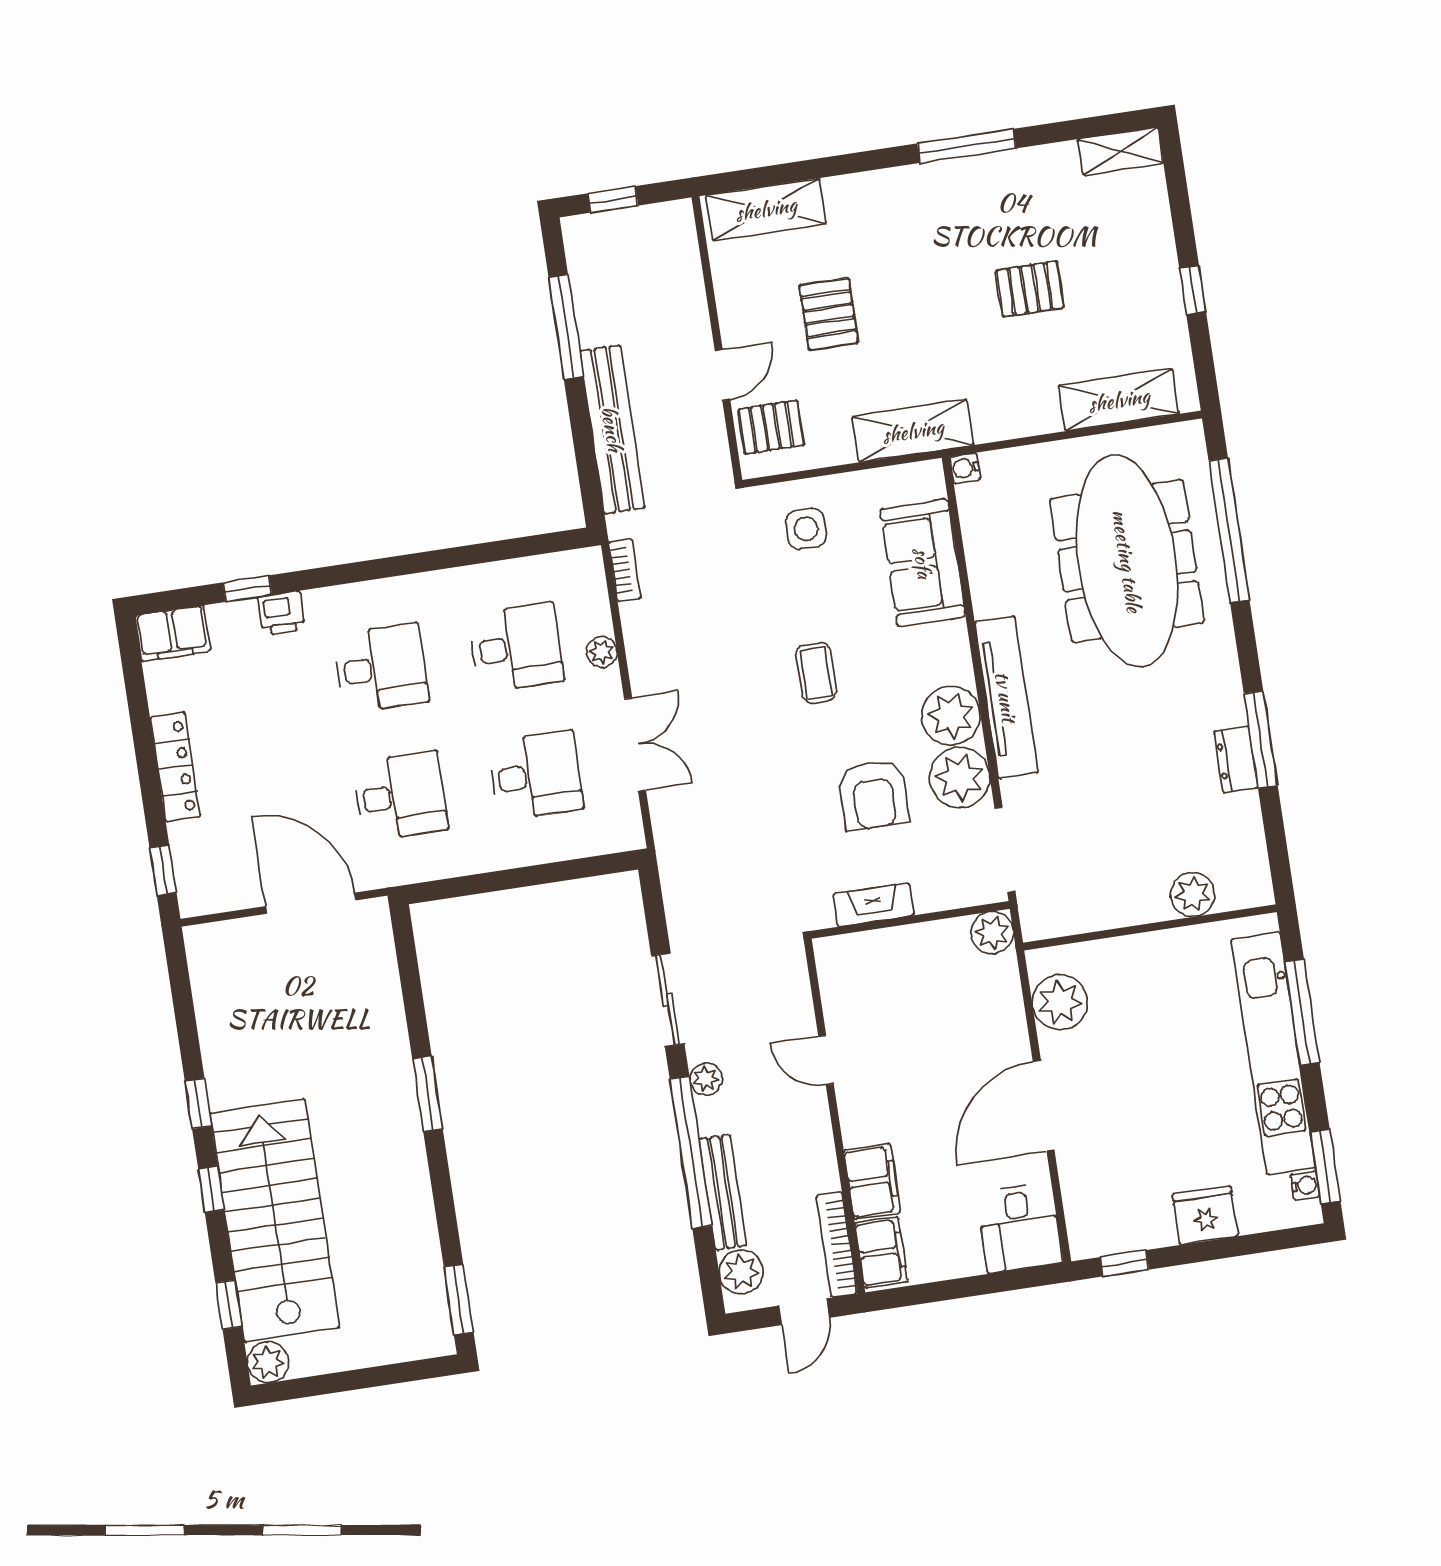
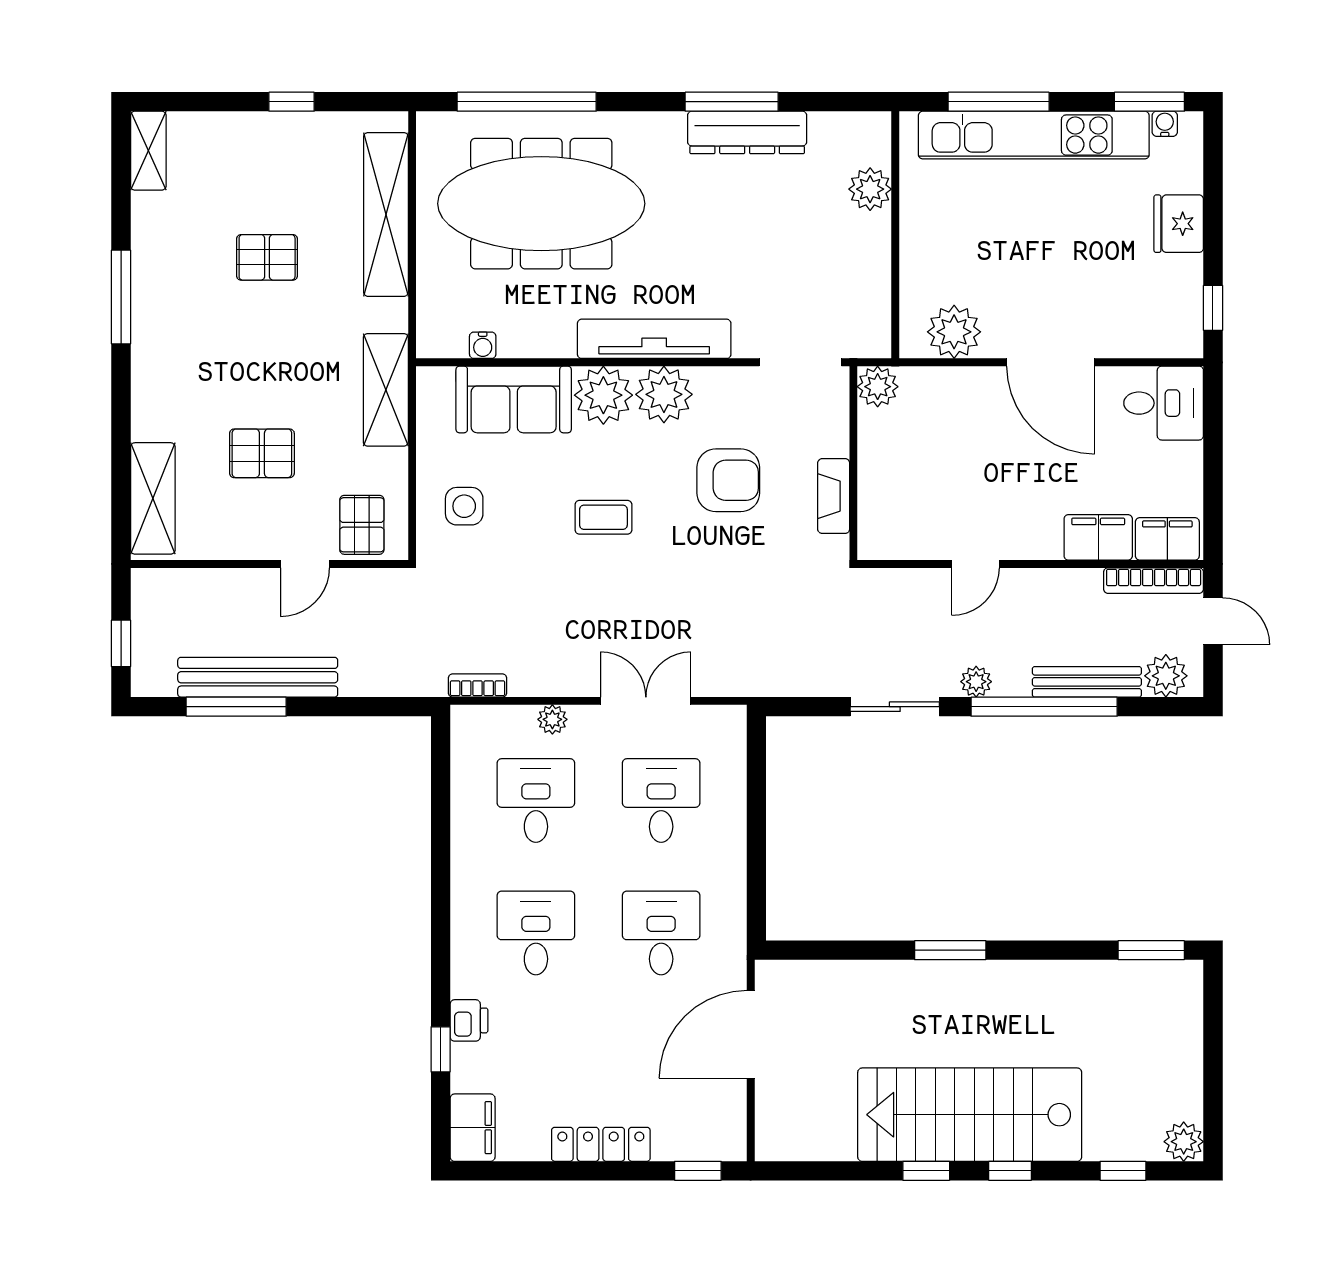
pallet: (1030, 289) -> (267, 257), turned 90
door: (722, 375) -> (305, 564), swing flipped
shelving: (1119, 400) -> (386, 214), width x1.47
bench: (612, 429) -> (258, 677), moved
water cooler: (965, 468) -> (483, 345), moved
dresser: (1236, 760) -> (747, 132), width x1.96, depth x1.24
plant: (960, 778) -> (603, 395), moved
stairs: (275, 1220) -> (970, 1115), moved

